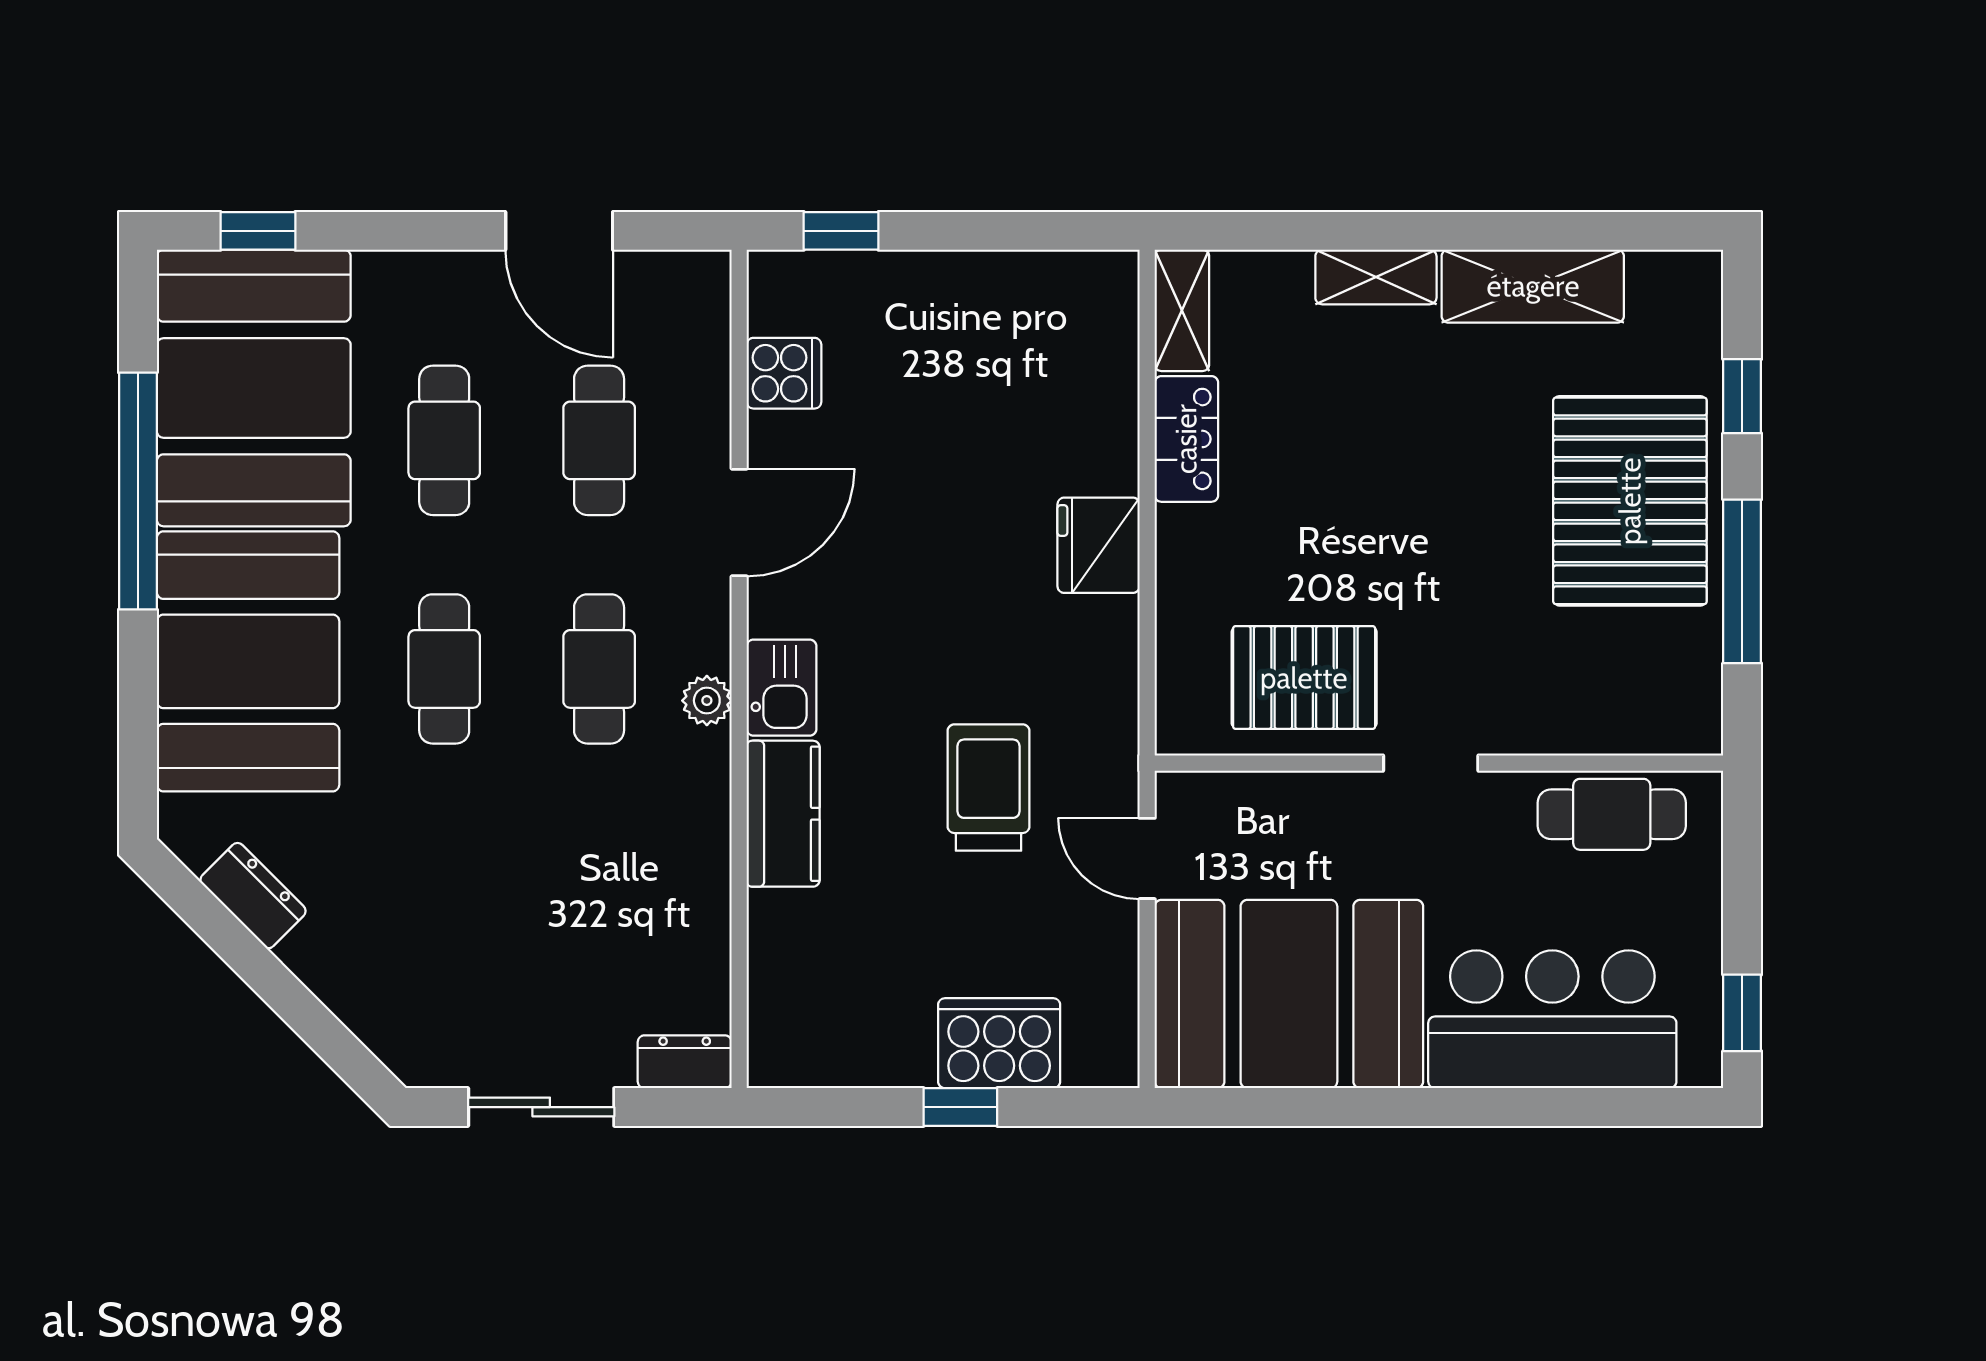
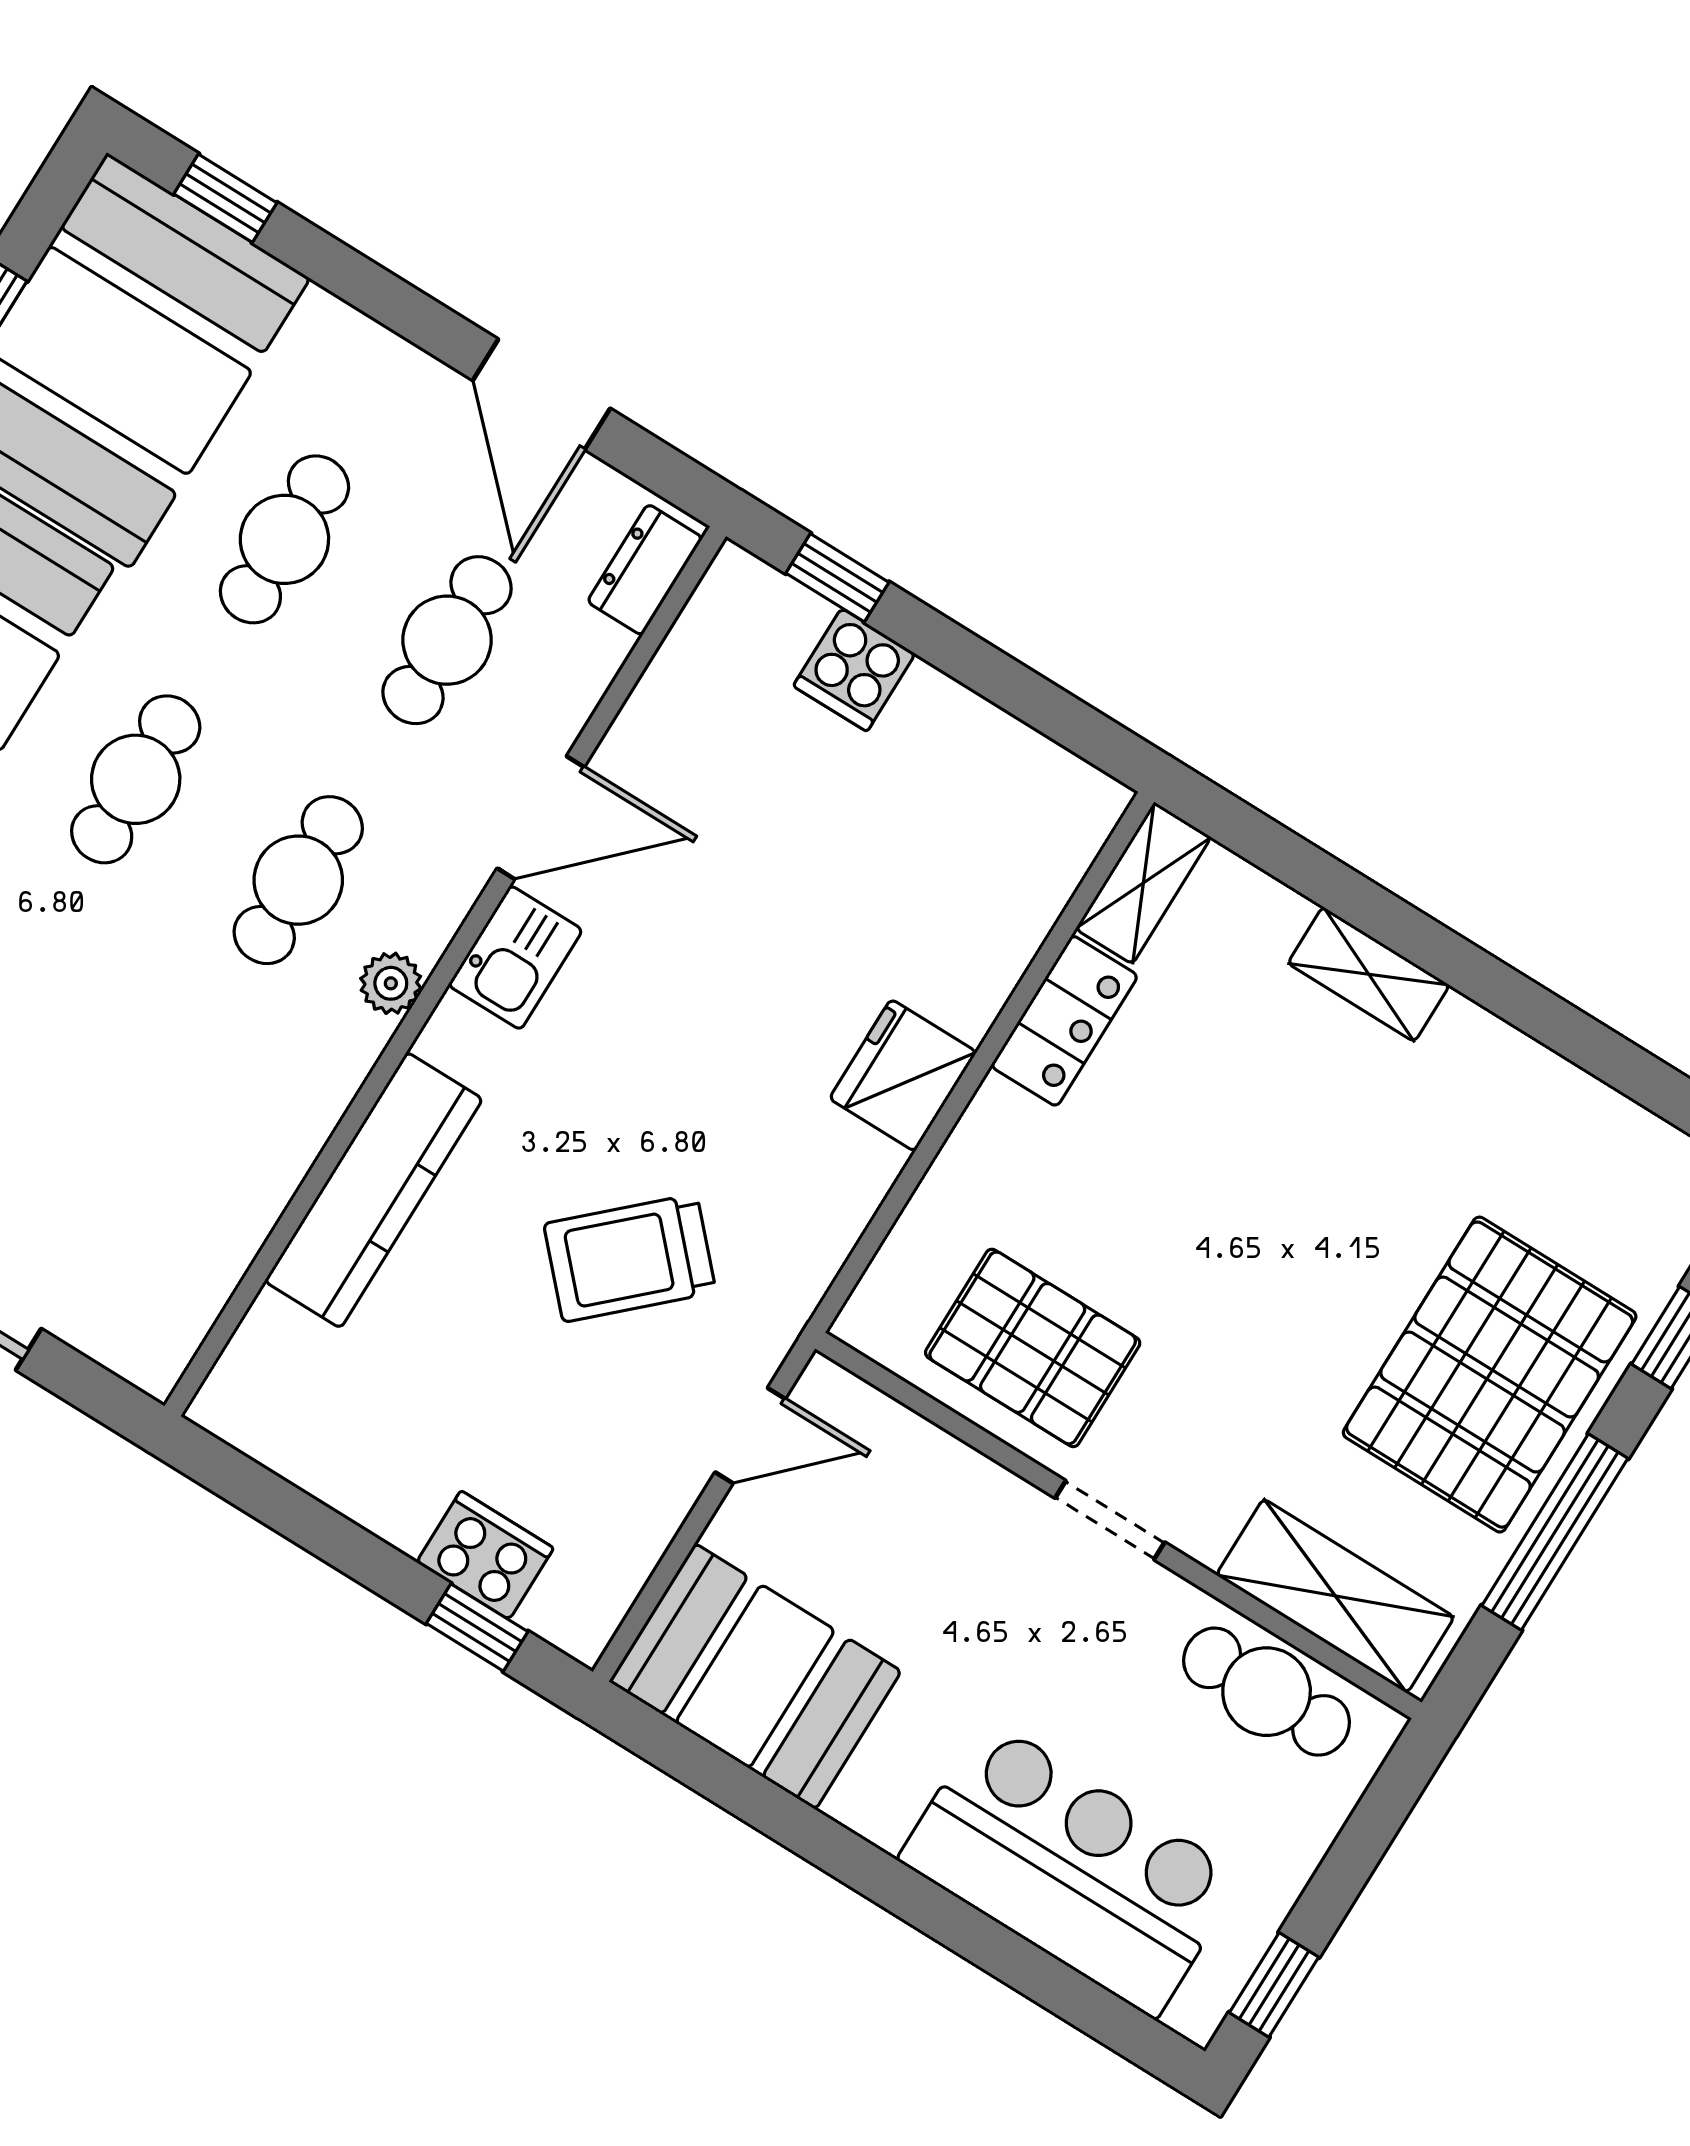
shelving: (1533, 286) -> (1335, 1596), moved
cooker: (784, 373) -> (854, 670), moved, turned 90
kitchen sink: (782, 688) -> (515, 958), moved
trolley: (988, 788) -> (630, 1258), turned -133
kitchen counter: (783, 814) -> (374, 1190), width x1.50
door: (1147, 858) -> (750, 1436), swing flipped
booth: (1289, 994) -> (755, 1676), width x0.73, depth x0.70
cooker: (999, 1043) -> (485, 1555), width x0.73, depth x0.76
dresser: (685, 1062) -> (645, 570), moved, turned -90
window: (960, 1107) -> (477, 1627), moved

